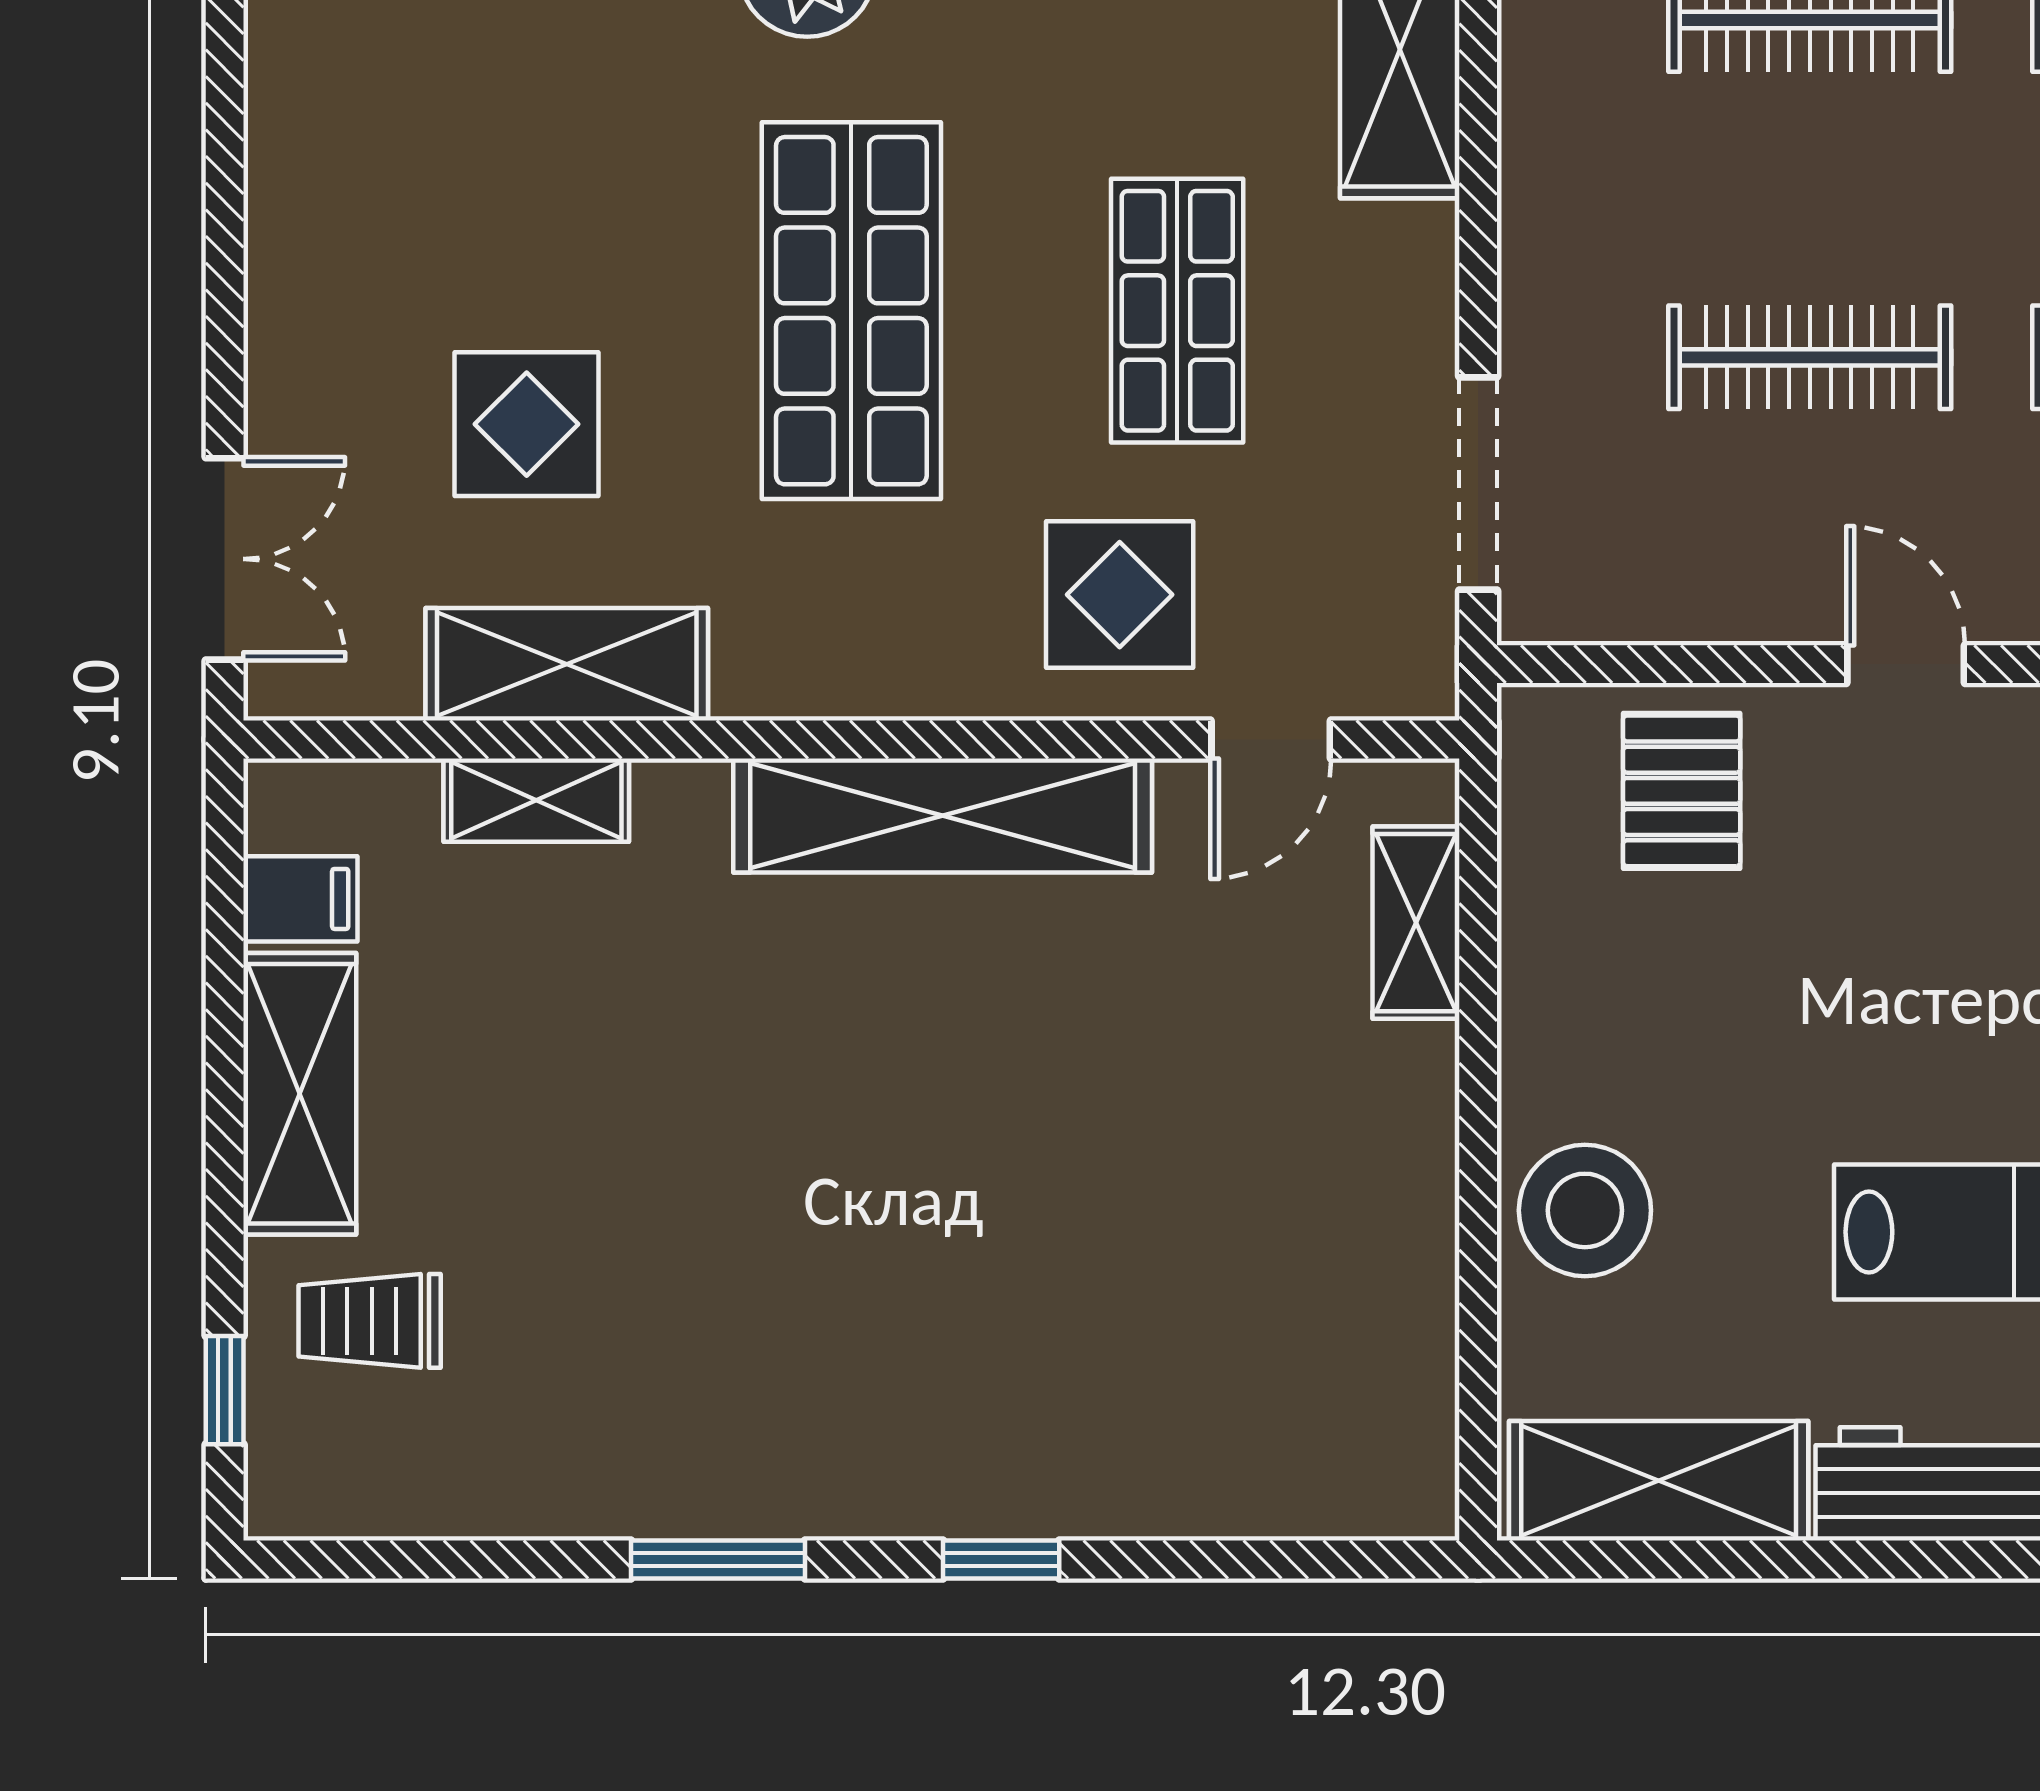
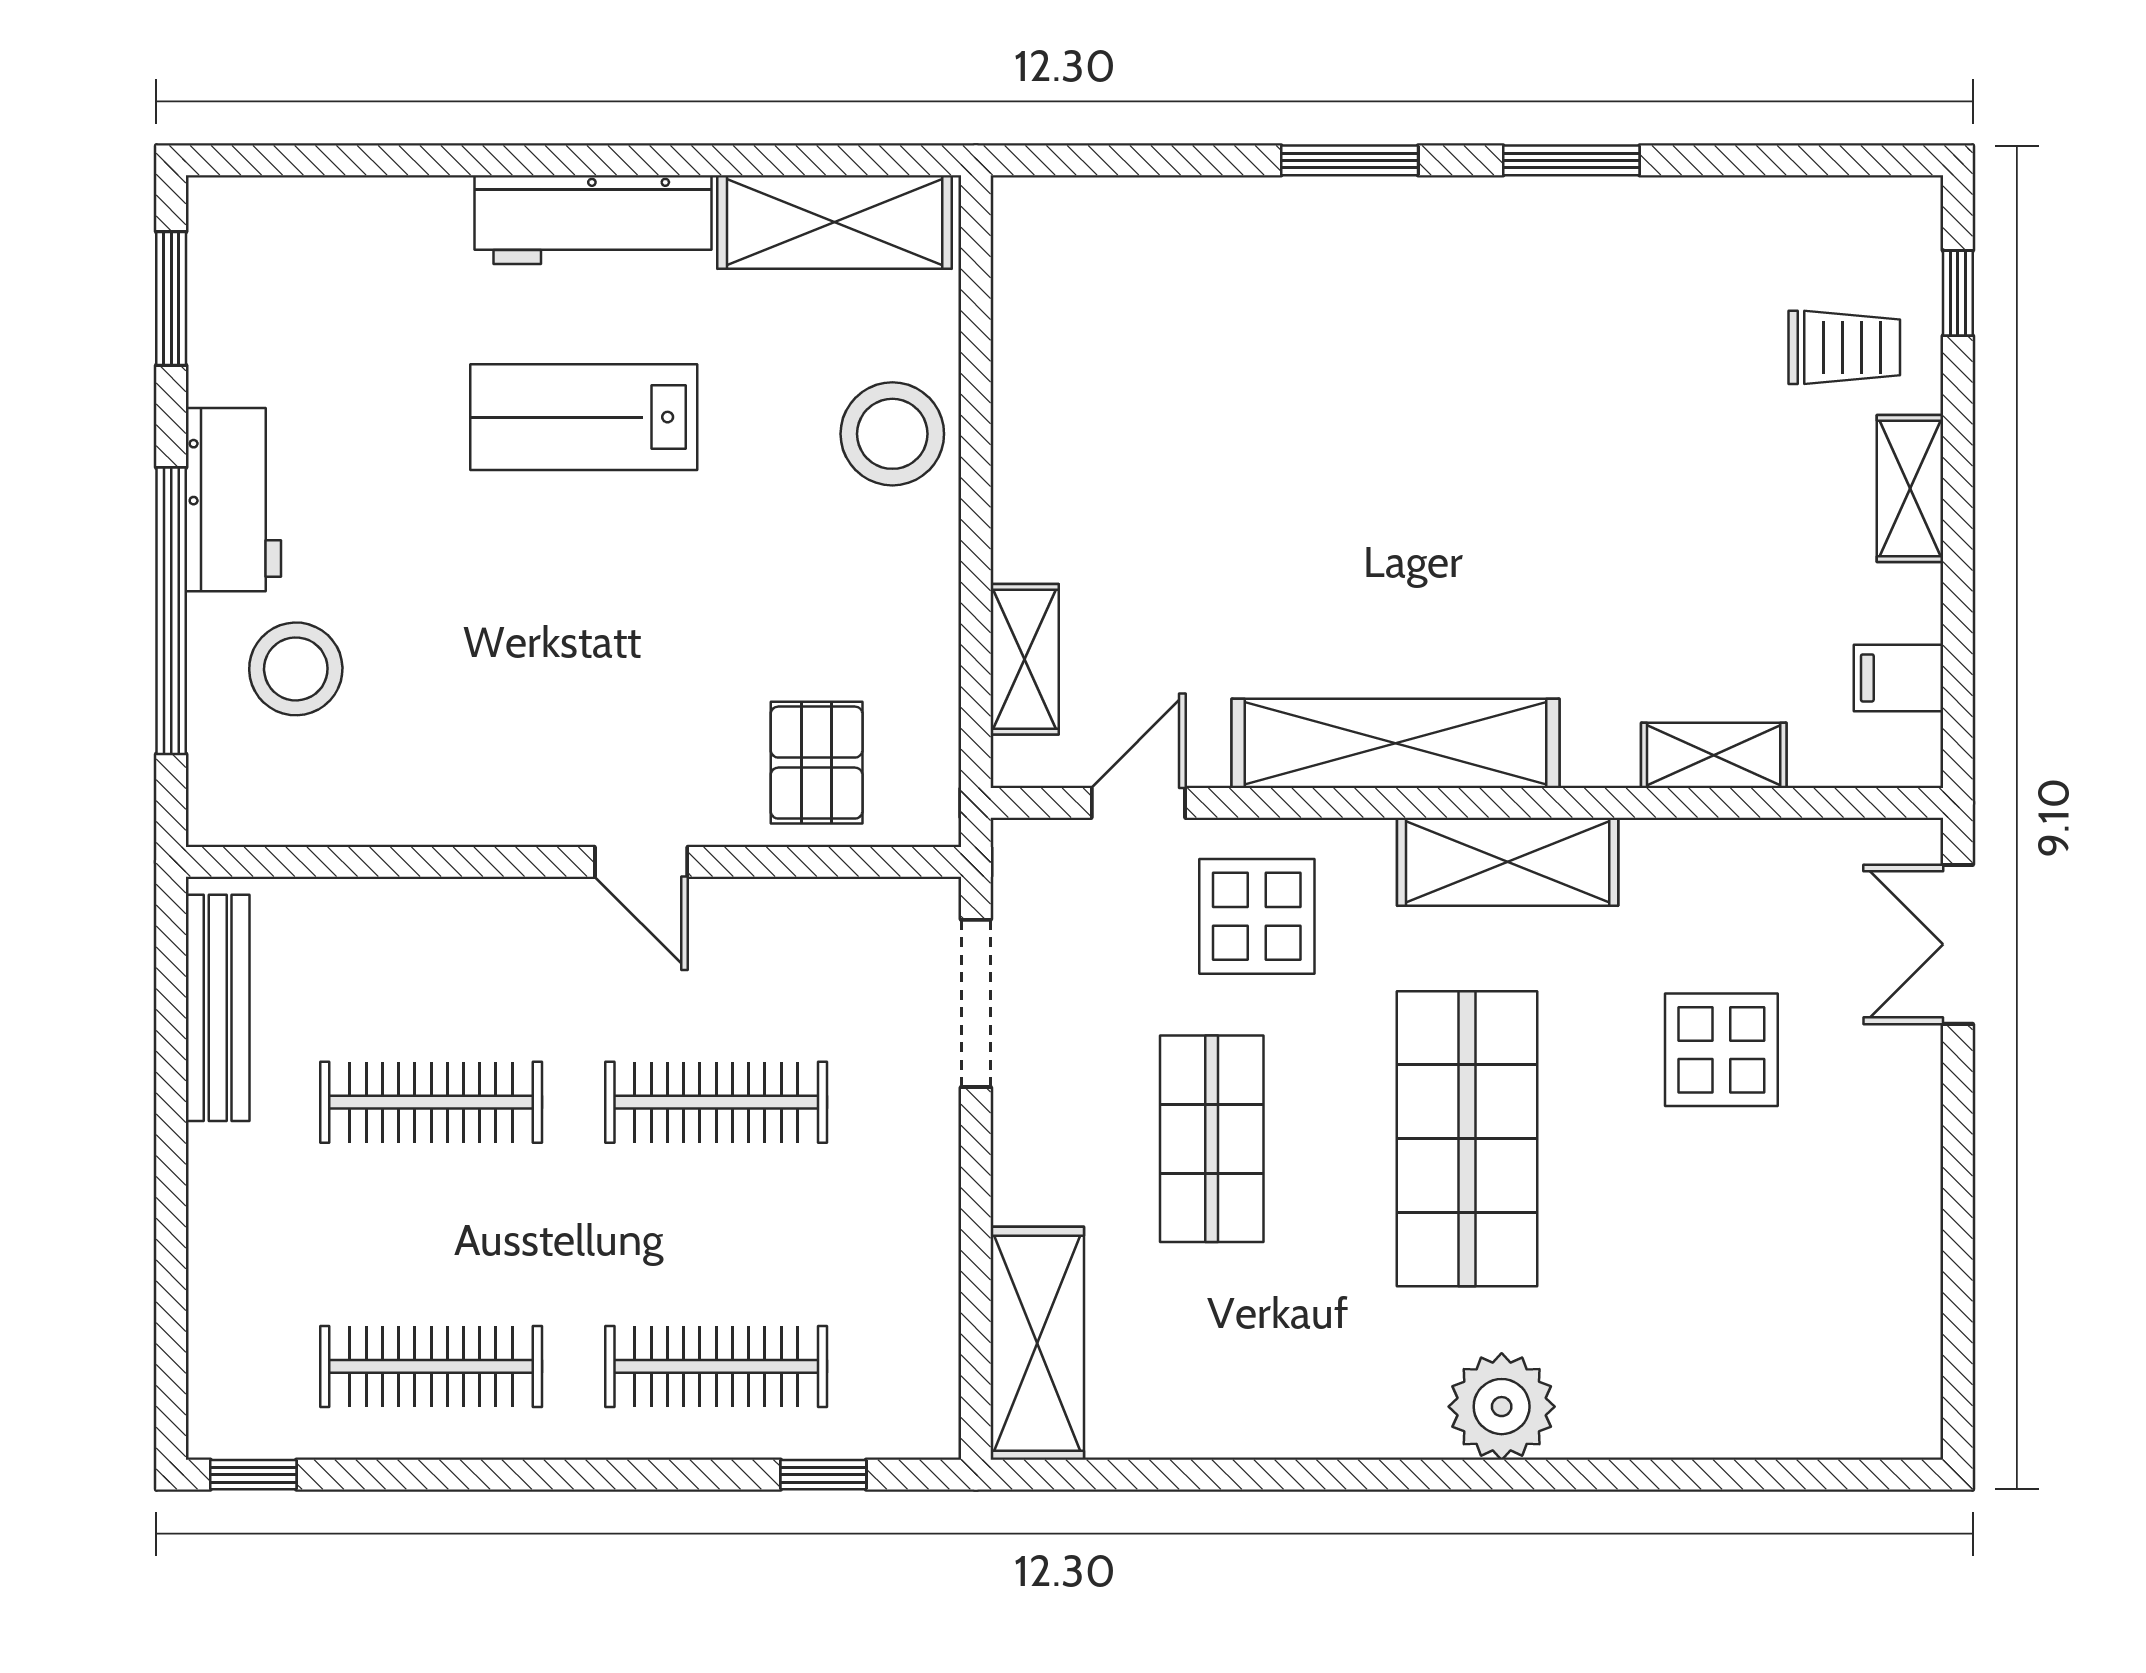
shelving: (567, 664) -> (1508, 862), moved
shelving: (300, 1094) -> (1910, 489), width x0.67, depth x0.75
window: (1001, 1559) -> (1350, 160), width x1.50

